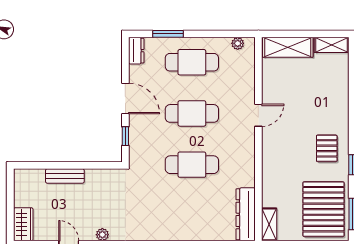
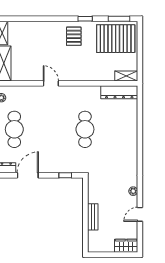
door: (125, 98) -> (28, 175), moved
cafe table: (192, 113) -> (50, 129), removed
pallet: (327, 148) -> (74, 36), turned 90

